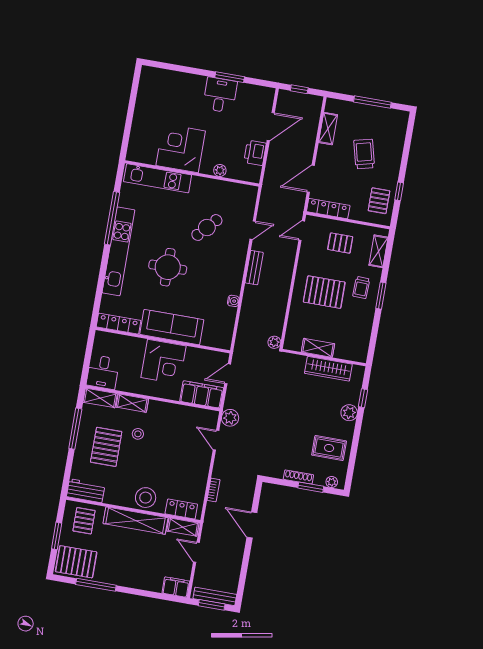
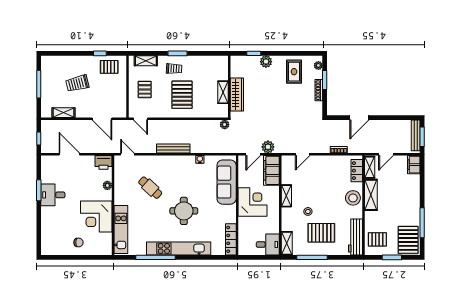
chair: (150, 118) -> (79, 242), added
printer: (255, 153) -> (103, 162), moved
locker: (328, 209) -> (121, 102), removed
door: (253, 230) -> (127, 154), moved
bench: (254, 268) -> (173, 149), width x1.36
sofa: (172, 327) -> (227, 182), moved
wardrobe: (328, 369) -> (237, 95), moved
door: (228, 374) -> (253, 154), hinge flipped
shelving: (132, 403) -> (286, 196), moved
plant: (230, 418) -> (268, 147), moved
workbench: (86, 491) -> (356, 237), width x1.37
shelving: (136, 521) -> (371, 195), width x0.68

